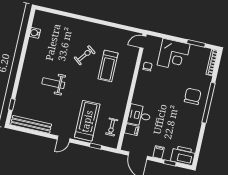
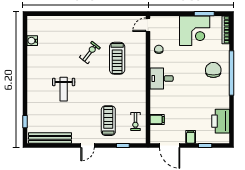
corner desk: (174, 55) -> (195, 31), moved
weight bench: (53, 83) -> (64, 89), turned -90
desk: (139, 115) -> (162, 78), moved
treadmill: (87, 121) -> (108, 121), width x0.73, depth x0.73
printer: (183, 156) -> (221, 121), moved, turned -90

